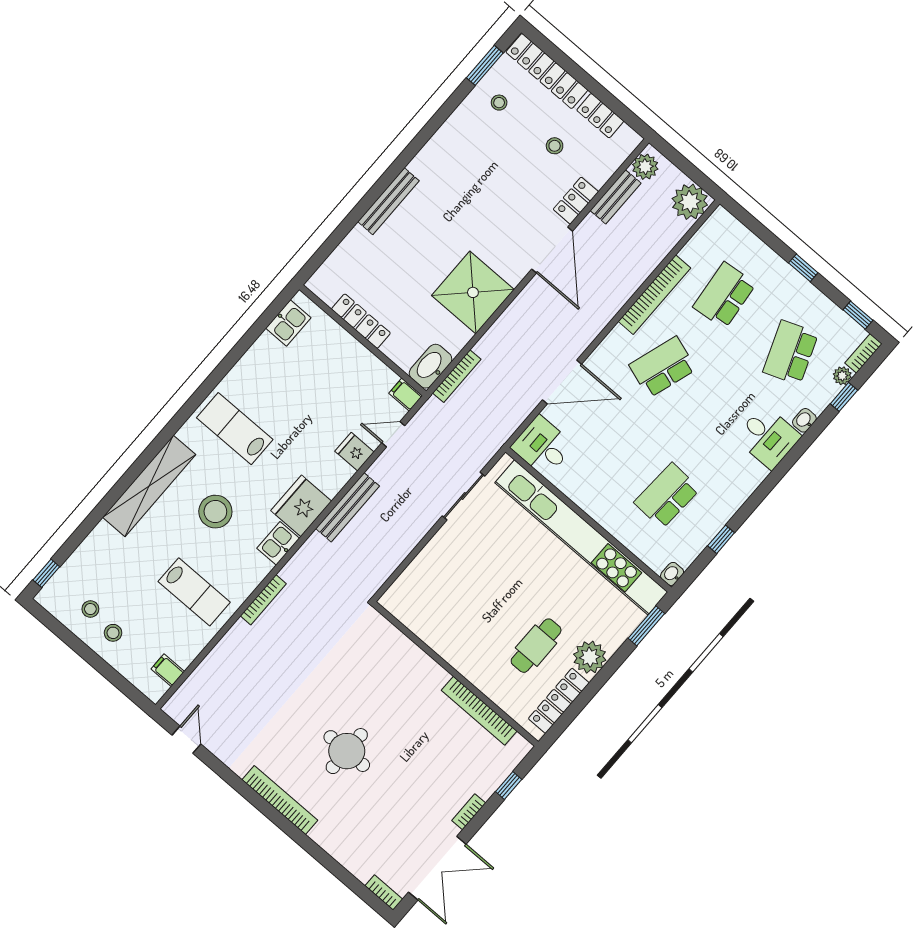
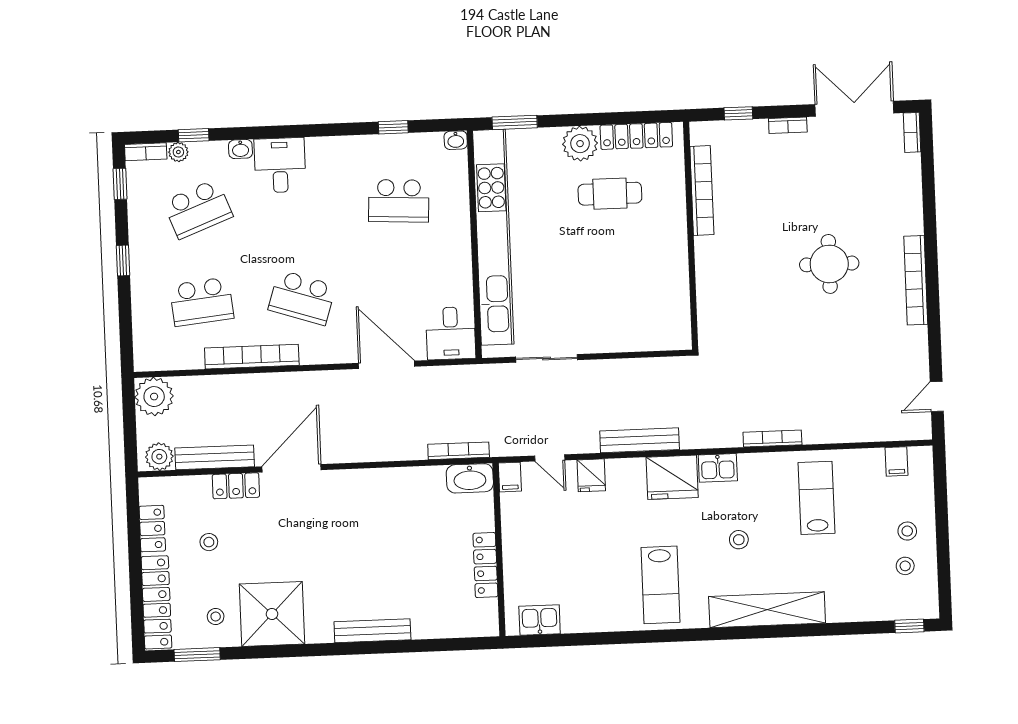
bench: (616, 197) -> (215, 457), width x1.36
shower: (473, 292) -> (272, 614), moved
stool: (215, 512) -> (739, 540), width x0.53, depth x0.53

